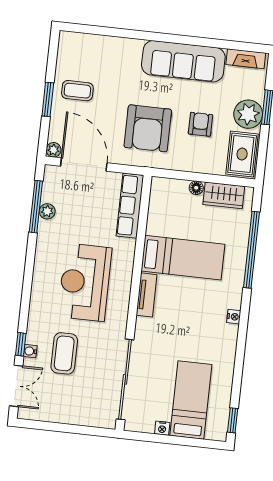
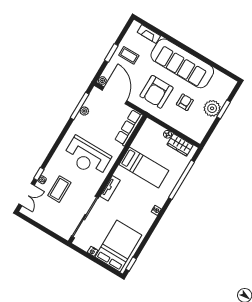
fireplace: (246, 59) -> (149, 34), moved
sofa: (183, 61) -> (182, 63), width x1.36, depth x1.27
rug: (242, 154) -> (199, 128), removed
reception desk: (85, 282) -> (87, 157), turned -90
tv unit: (147, 295) -> (110, 188), moved
bed: (191, 400) -> (118, 246), width x1.50

